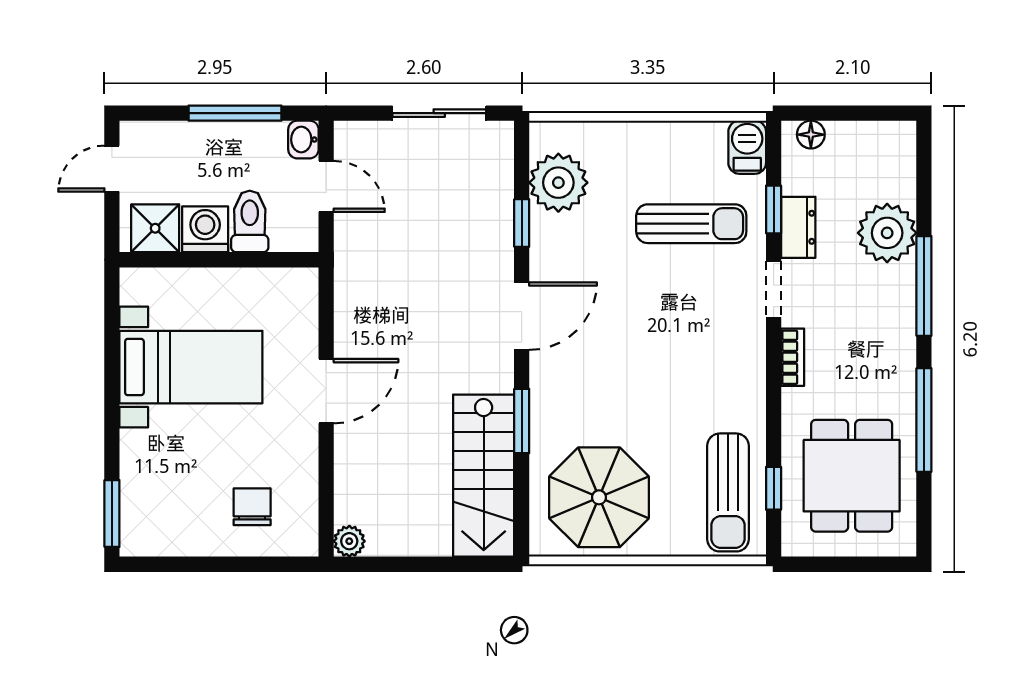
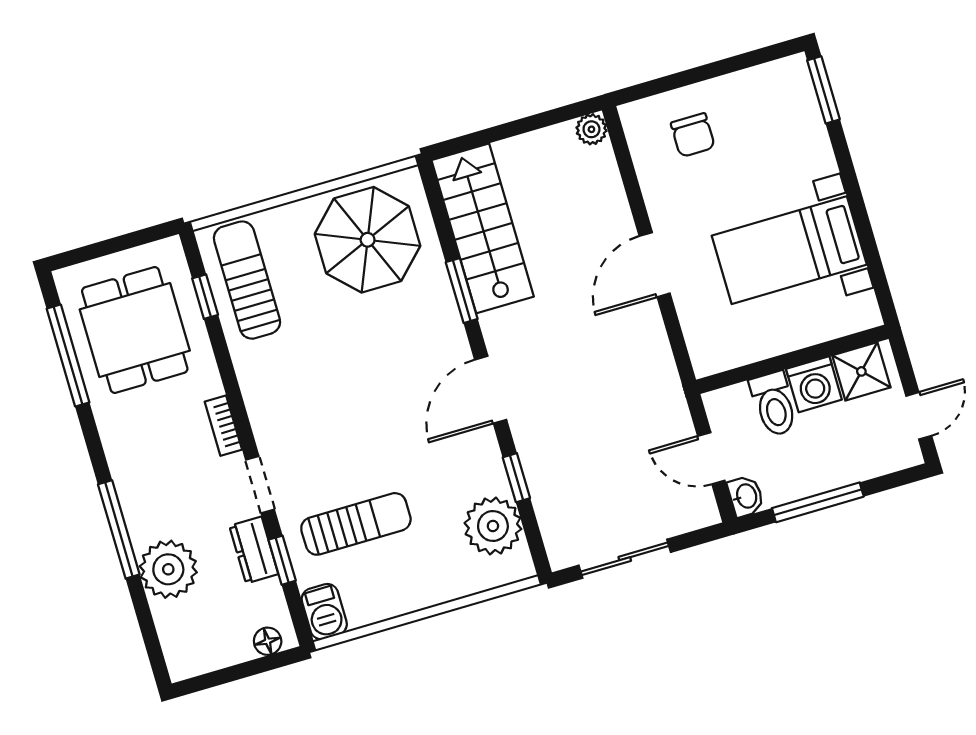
sun lounger: (691, 224) -> (356, 524), turned 180
window: (924, 420) -> (68, 356), moved

